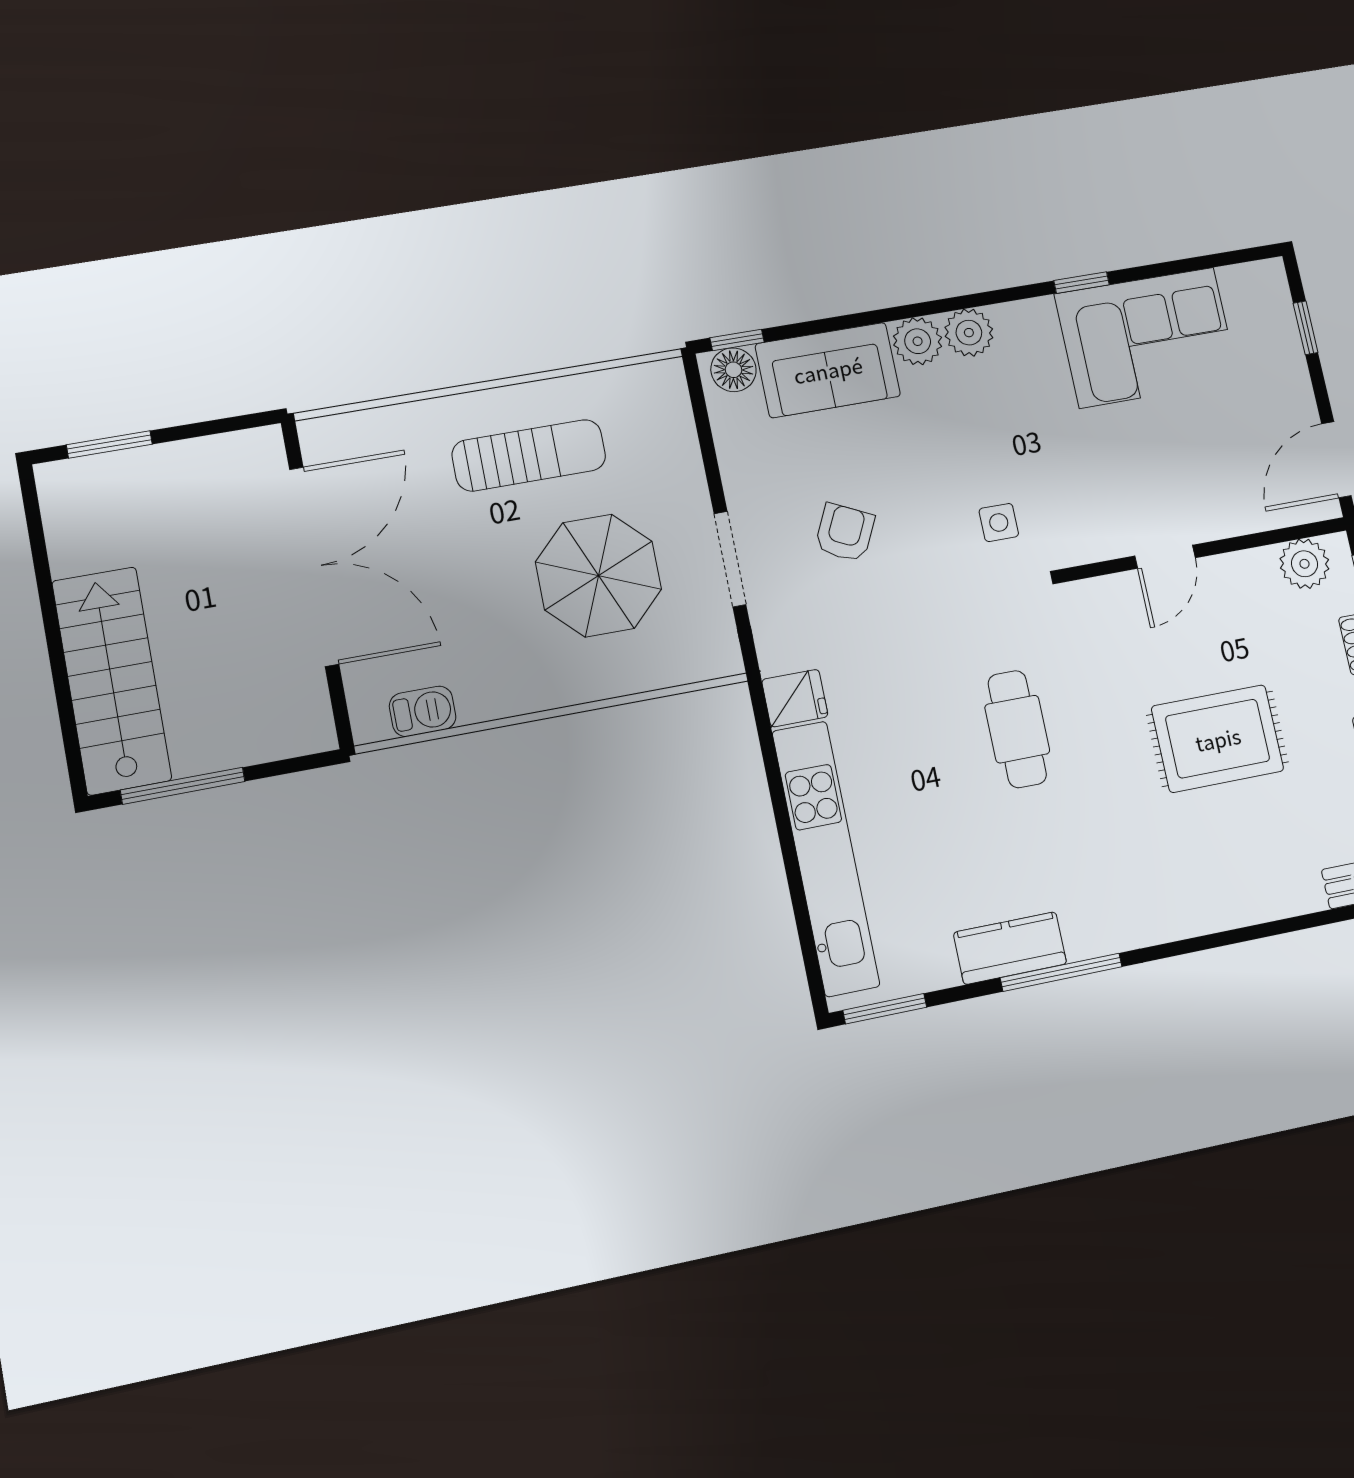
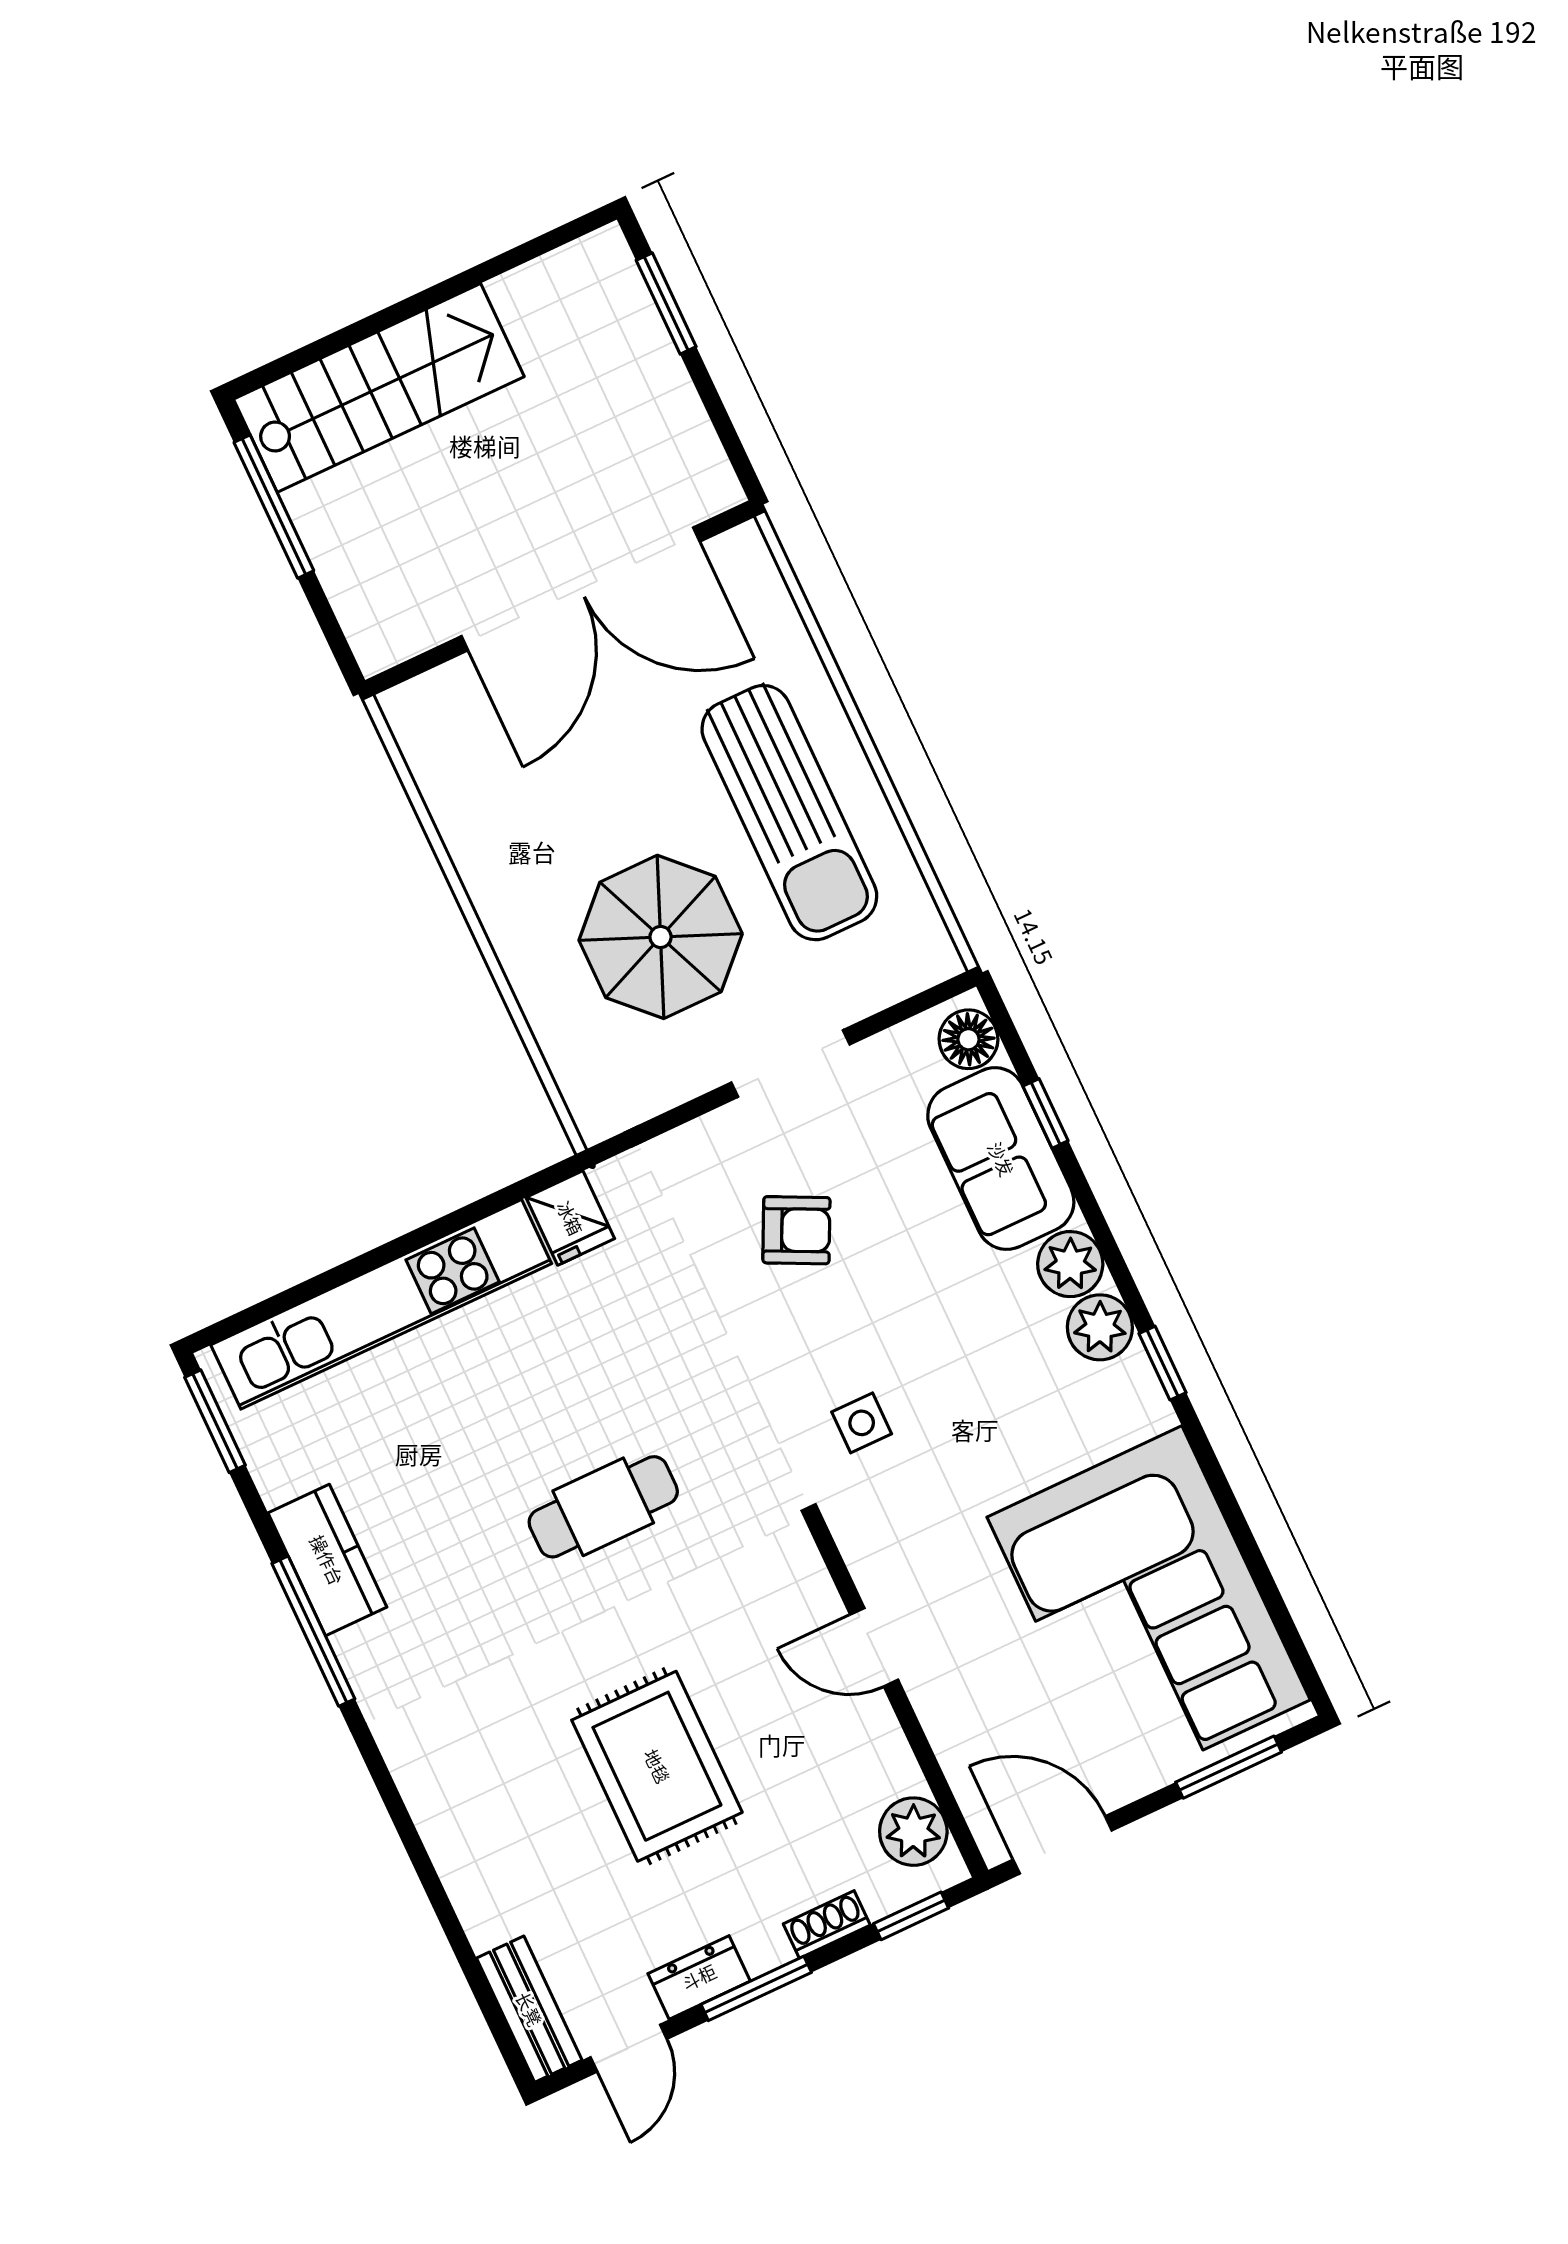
window: (1082, 283) -> (1162, 1363), moved
window: (1306, 328) -> (1229, 1767), width x1.50
corner sofa: (1147, 338) -> (1149, 1609), width x1.36, depth x1.36
window: (737, 340) -> (1046, 1113), moved
sun lounger: (529, 455) -> (789, 813), width x1.36, depth x1.34
doorway: (730, 559) -> (790, 1064), moved
barbecue: (423, 711) -> (437, 767), removed

